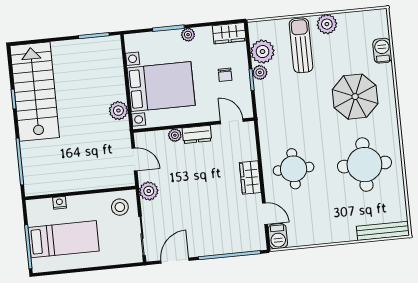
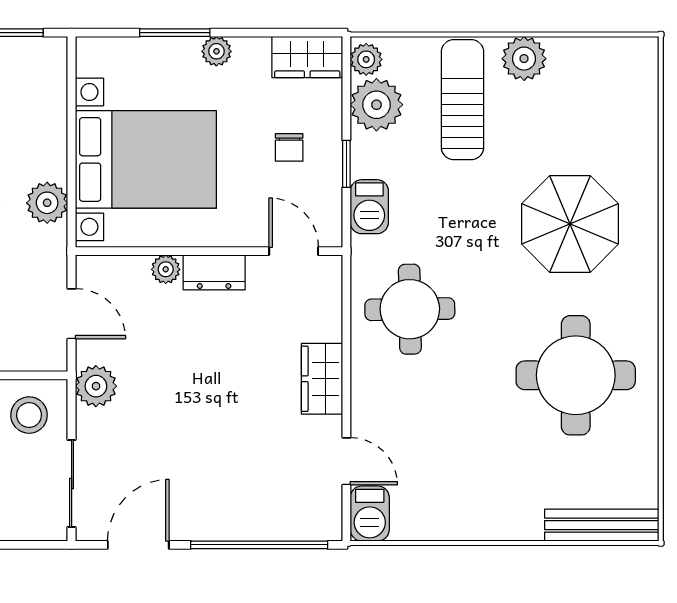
barbecue: (382, 51) -> (369, 207), moved, turned 180
plant: (260, 72) -> (366, 59), moved
round table: (294, 169) -> (410, 309), moved

